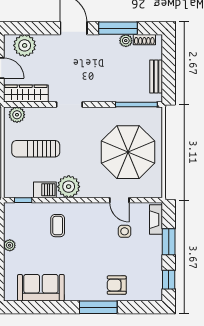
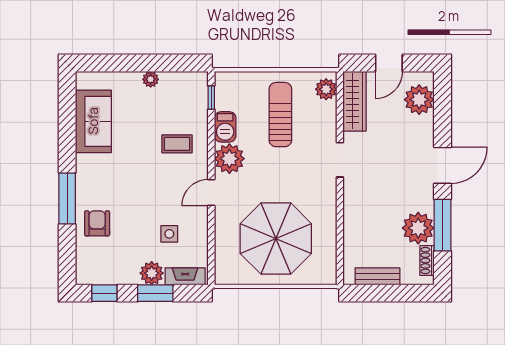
plant: (126, 41) -> (418, 228), width x1.87, depth x1.87
window: (136, 104) -> (340, 250), removed
door: (119, 200) -> (211, 193), moved
plant: (154, 244) -> (152, 273), added

